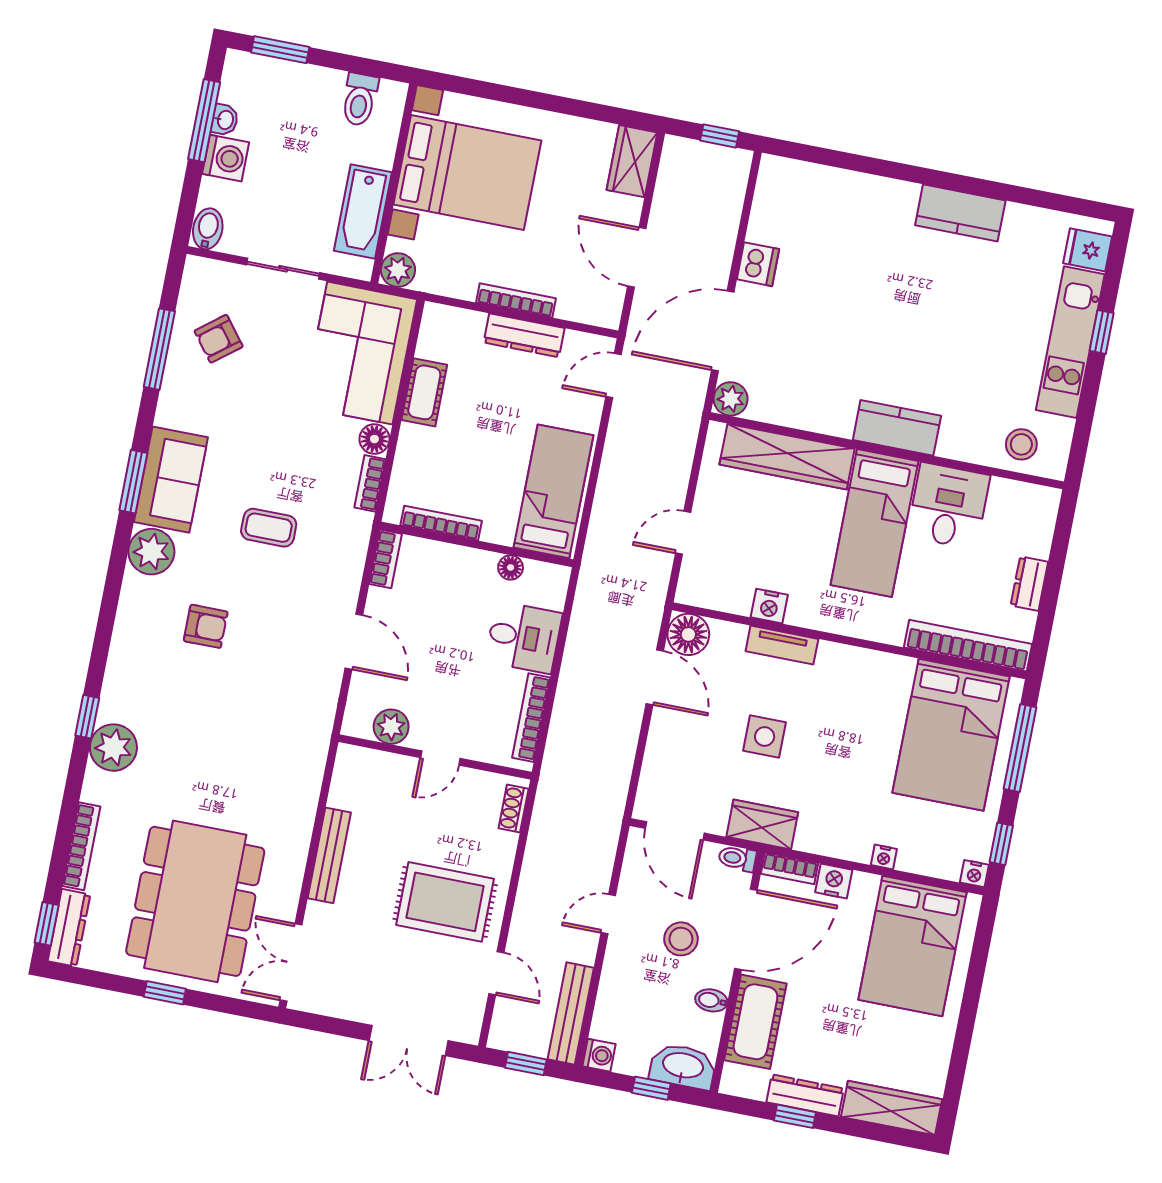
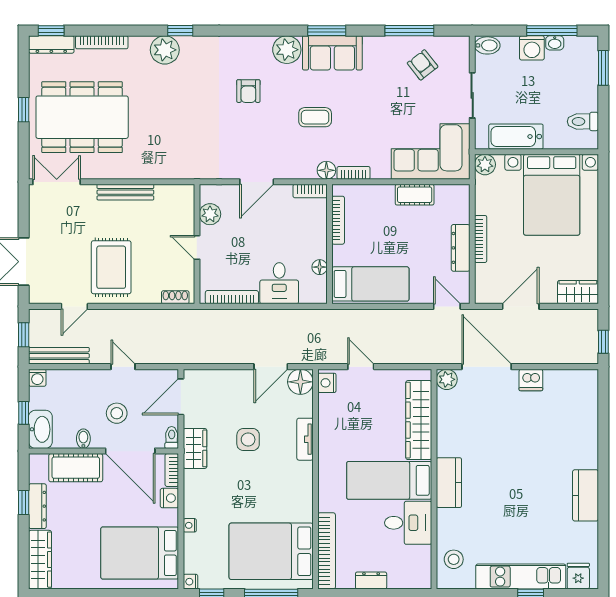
floor lamp: (374, 439) -> (326, 170), moved
coffee table: (269, 528) -> (315, 117), turned 90
nightstand: (769, 606) -> (327, 383), moved

